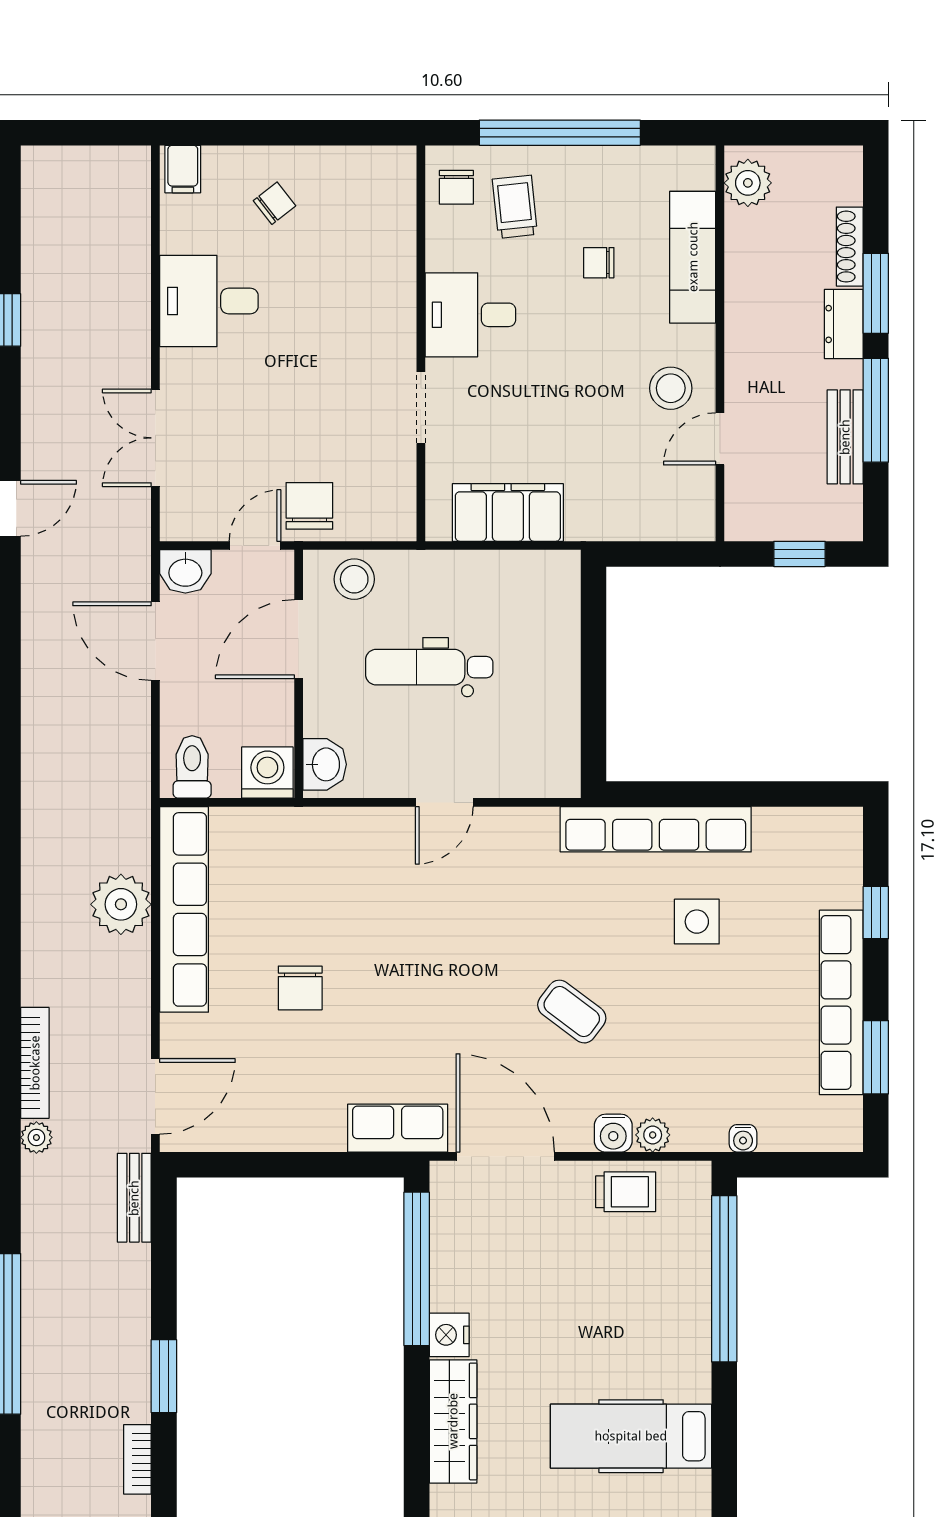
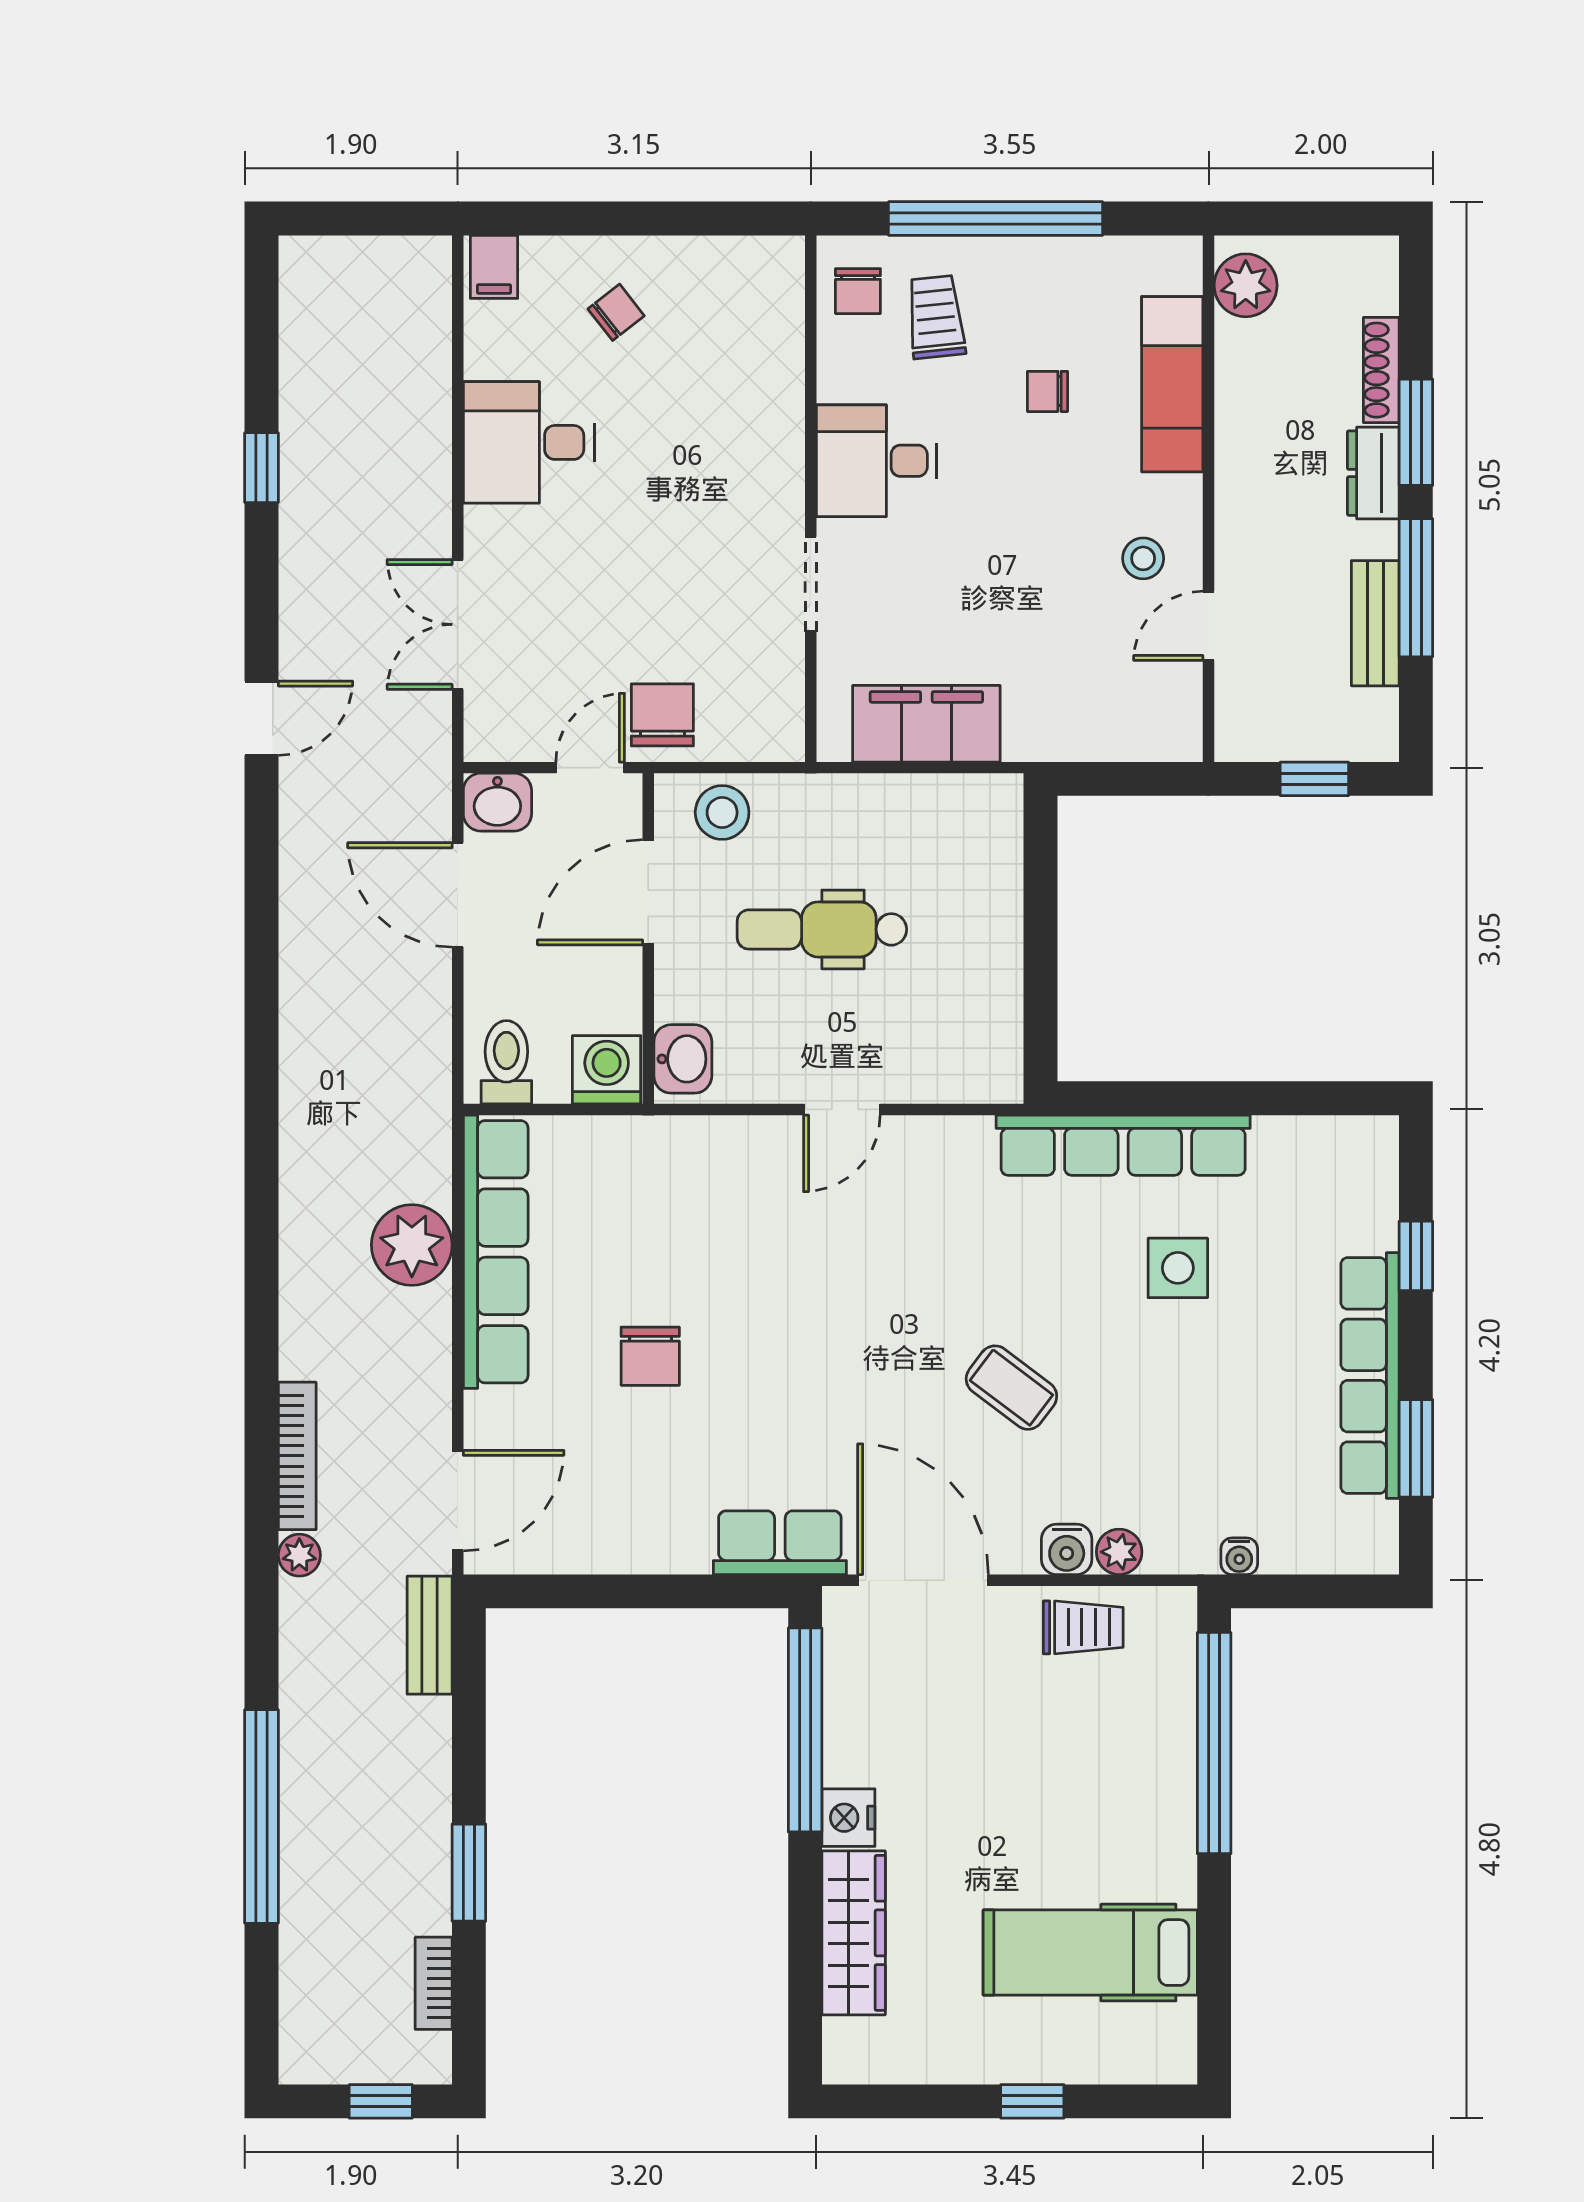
stool: (671, 388) -> (1143, 558), width x0.73, depth x0.73

